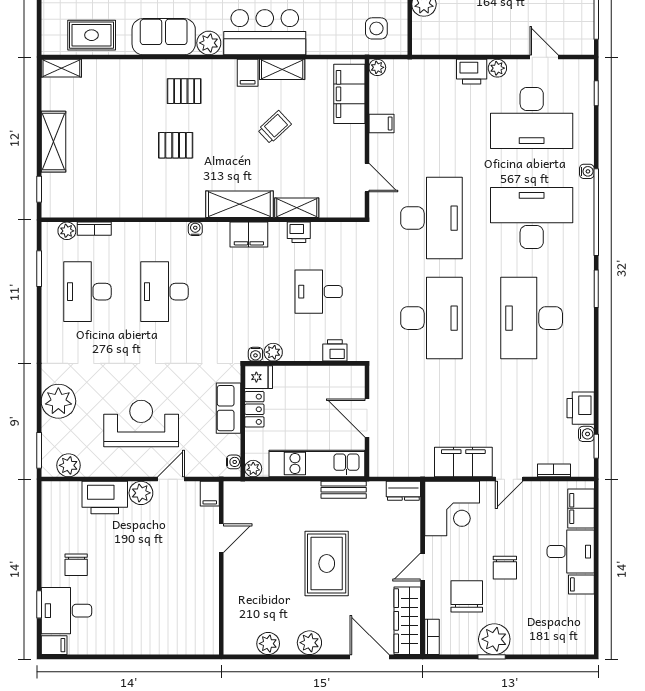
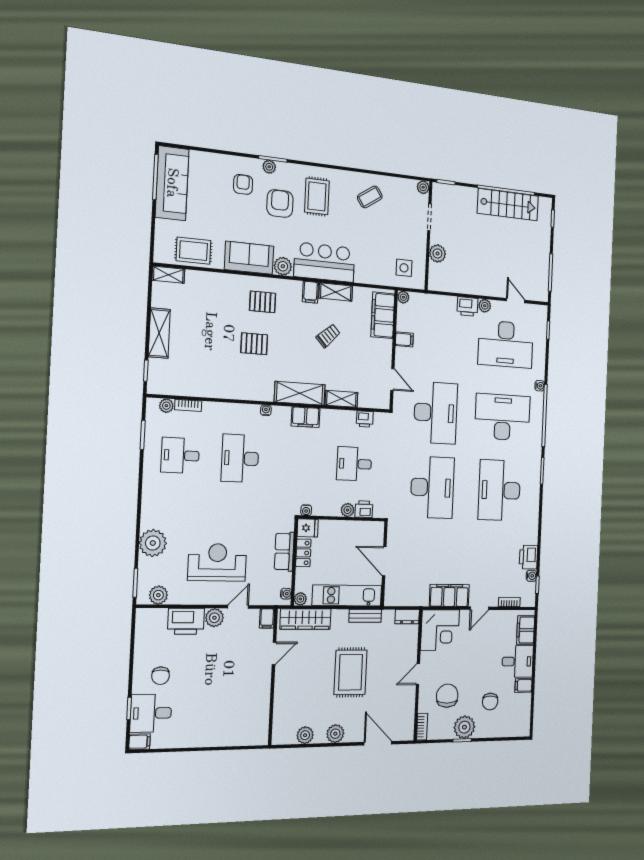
printer: (299, 232) -> (365, 419), moved
desk: (87, 292) -> (180, 455), width x0.73
plant: (273, 352) -> (348, 510), moved
chair: (505, 568) -> (490, 702), moved
wardrobe: (407, 621) -> (305, 619), moved, turned -90

